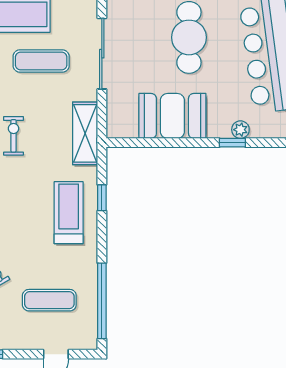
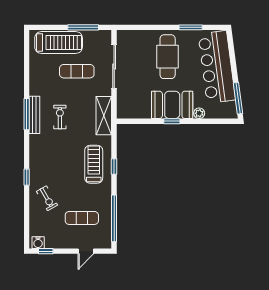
booth: (172, 116) -> (172, 105), moved
window: (232, 143) -> (172, 121), moved
window: (102, 198) -> (114, 166), moved

